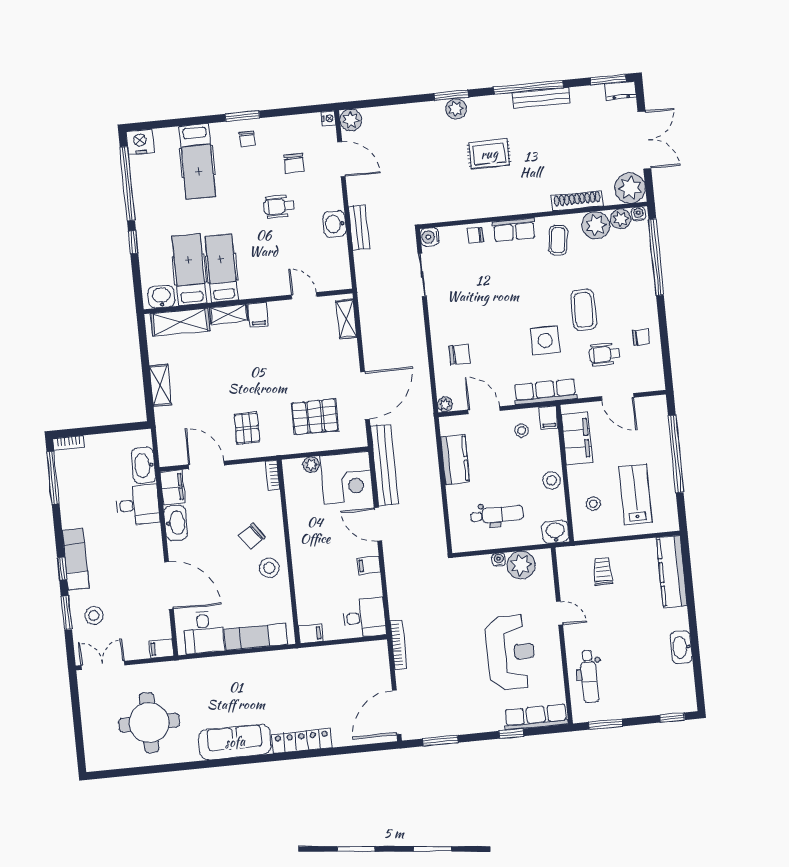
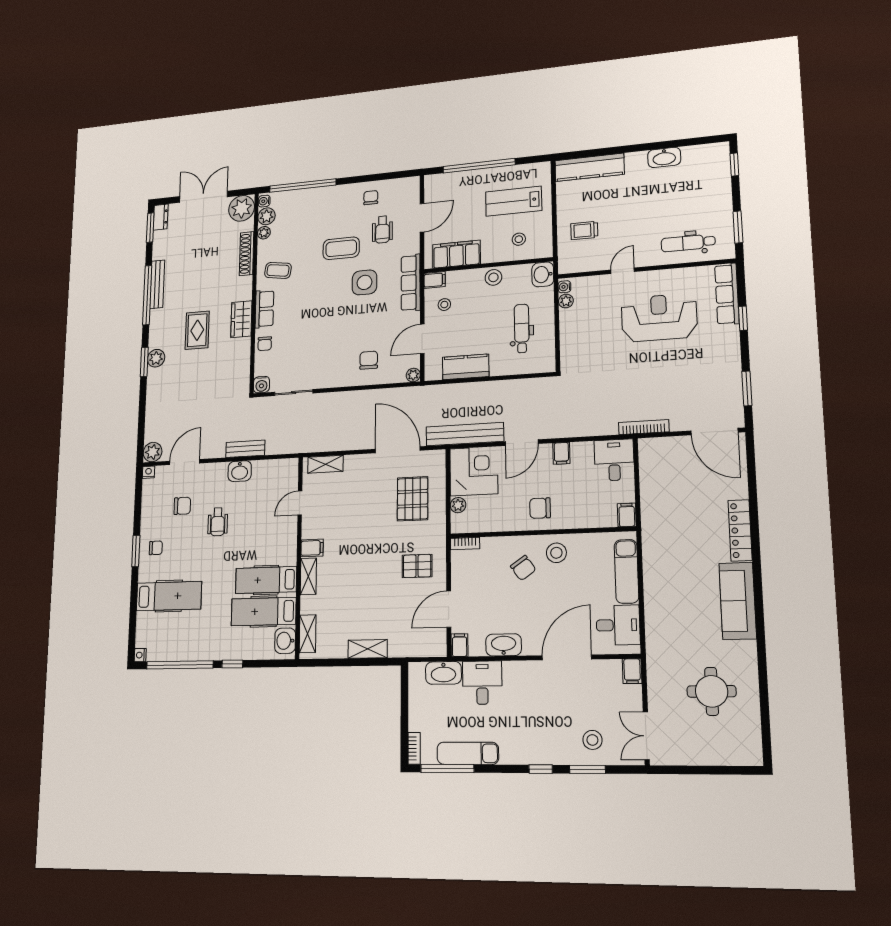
nightstand: (140, 142) -> (140, 655), width x0.53, depth x0.56
wardrobe: (502, 204) -> (241, 319), added
plant: (596, 225) -> (264, 233), width x0.53, depth x0.53
shelving: (180, 322) -> (308, 634), width x0.67, depth x0.75
filing cabinet: (173, 487) -> (460, 645), width x0.50
chair: (313, 548) -> (540, 508), added
exam couch: (76, 559) -> (468, 753), moved
water cooler: (499, 560) -> (564, 287), moved
plant: (521, 565) -> (566, 301), width x0.53, depth x0.53
dental chair: (589, 676) -> (688, 243), turned 180
round table: (149, 723) -> (712, 691), width x0.73, depth x0.73

